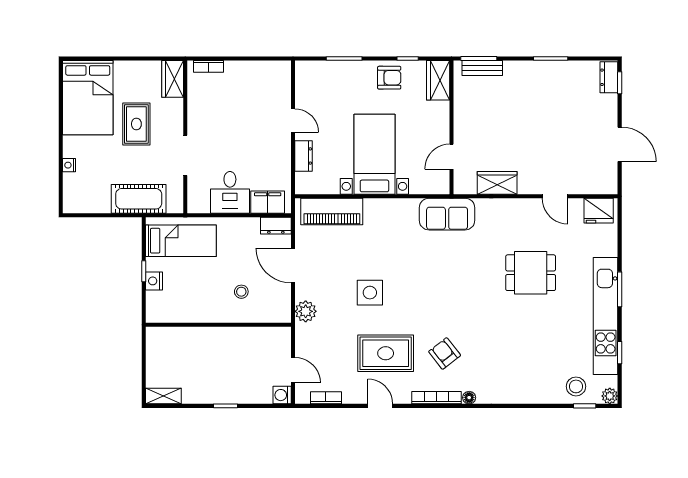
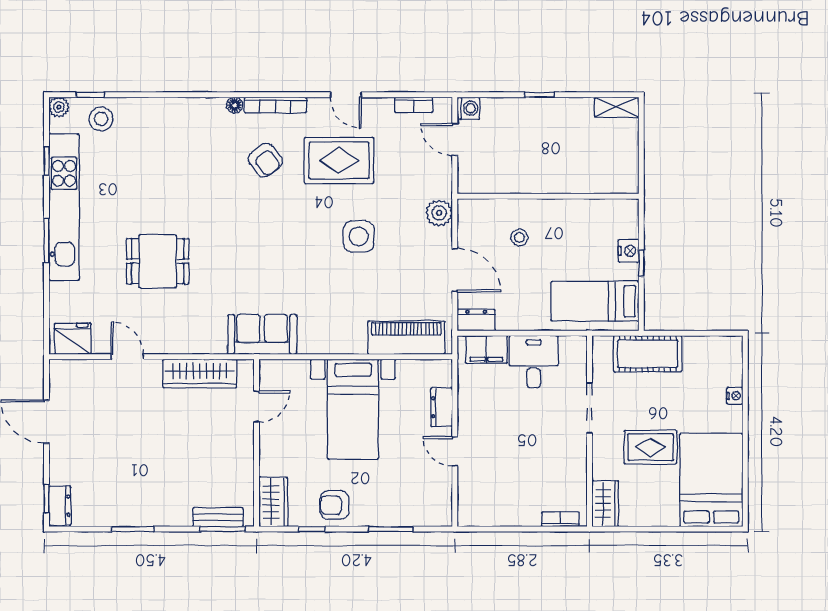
rug: (136, 124) -> (651, 447), turned 90
wardrobe: (497, 183) -> (200, 373), width x1.50

